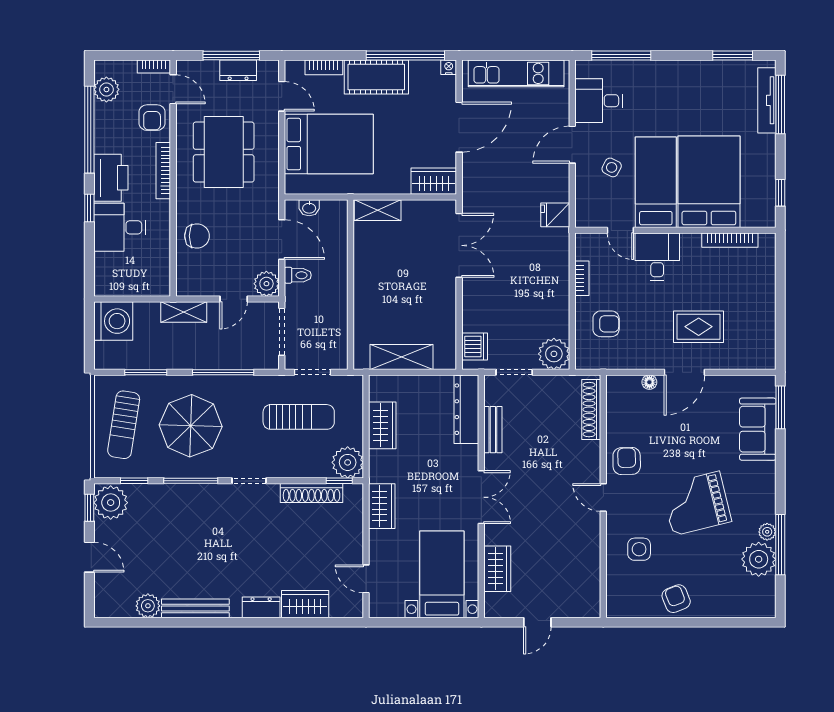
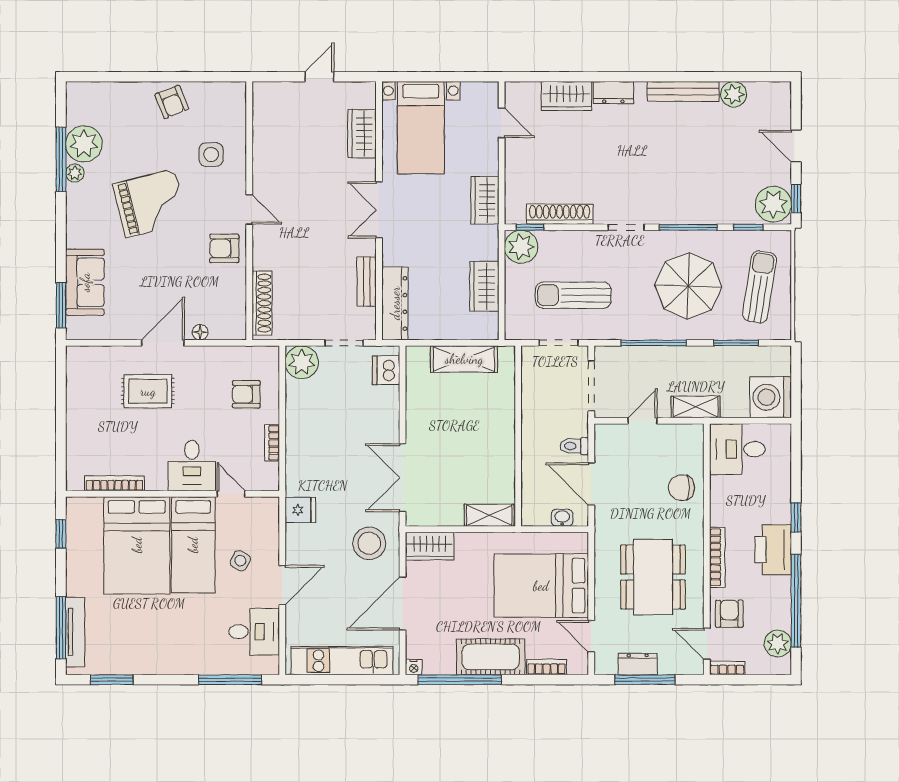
stool: (490, 184) -> (369, 543), added
desk: (120, 227) -> (737, 449), moved, turned 180
plant: (266, 284) -> (608, 437), removed
armchair: (627, 461) -> (224, 248), turned 91

